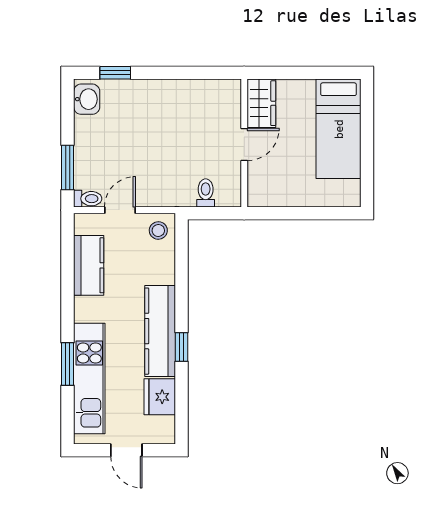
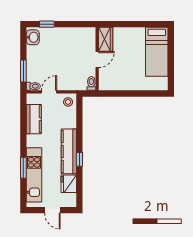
wardrobe: (261, 103) -> (106, 39), moved
wall: (244, 143) -> (97, 59), moved
door: (244, 144) -> (97, 60), moved

